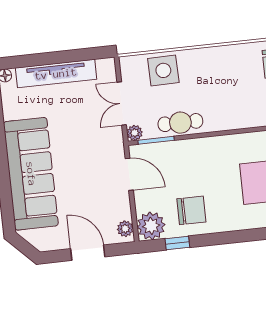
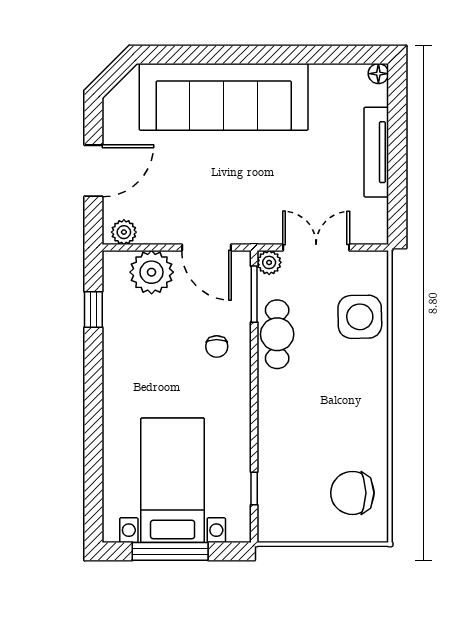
tv unit: (56, 74) -> (376, 152), width x0.73, depth x0.78
door: (129, 174) -> (206, 248), hinge flipped
chair: (191, 210) -> (217, 346), moved, width x0.54, depth x0.54
plant: (151, 226) -> (152, 272), moved

